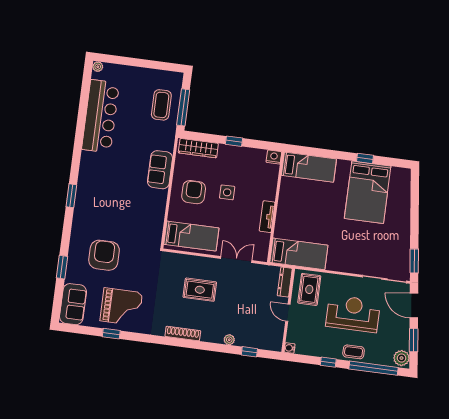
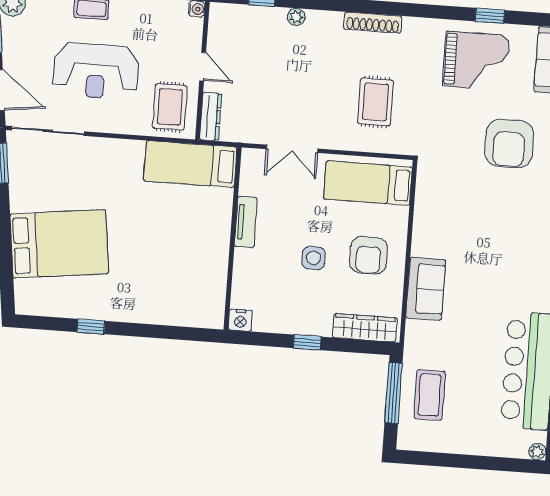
bed: (309, 167) -> (182, 307), removed
bed: (368, 192) -> (59, 244), moved, turned 83
rug: (200, 290) -> (375, 102), moved, turned 90
grand piano: (121, 307) -> (476, 61), turned 180

